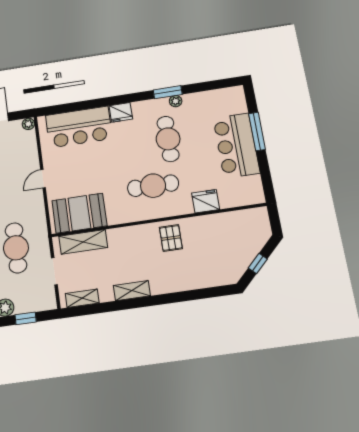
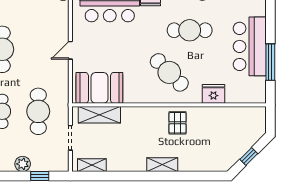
window: (257, 131) -> (270, 62), moved
cafe table: (168, 139) -> (190, 30), turned 90
cafe table: (153, 186) -> (169, 72), turned 45
shelving: (132, 291) -> (162, 165), moved

